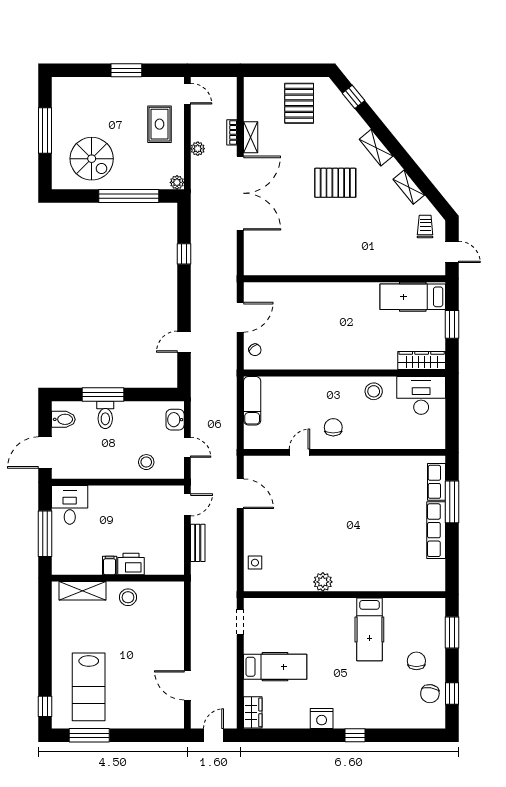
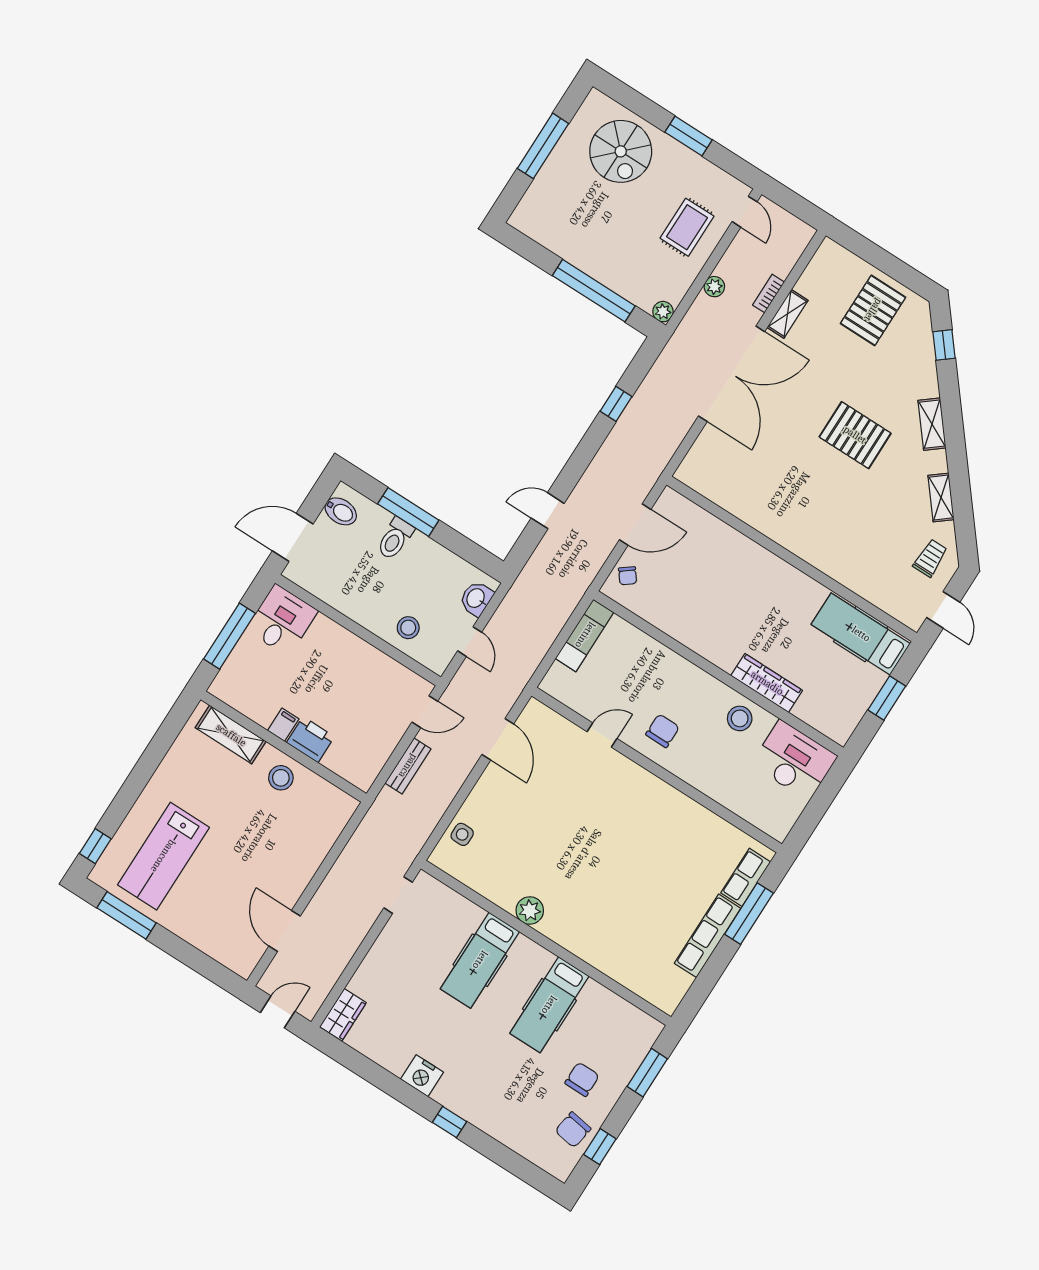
spiral stairs: (92, 159) -> (621, 151), moved
wardrobe: (422, 361) -> (767, 683), moved
hospital bed: (275, 667) -> (480, 960), moved, turned 90

